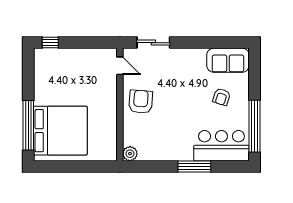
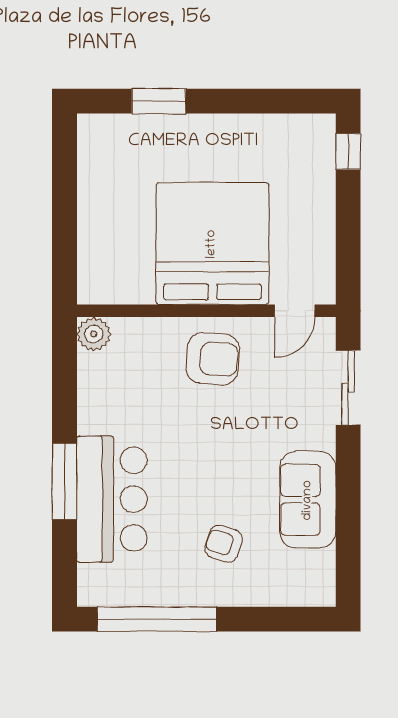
sofa: (228, 60) -> (308, 500), moved
window: (28, 125) -> (159, 101), width x0.47
bed: (60, 131) -> (212, 244), moved, turned 180
bar counter: (221, 146) -> (112, 499), moved

